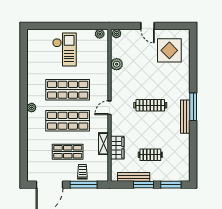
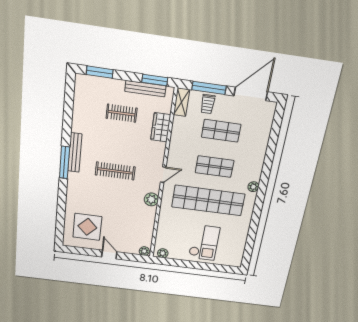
checkout: (64, 49) -> (204, 243), turned 180
plant: (117, 64) -> (151, 199), moved
shop shelf: (68, 90) -> (208, 200), width x1.40
shop shelf: (68, 121) -> (215, 167), width x0.70, depth x0.74
shelving: (103, 144) -> (182, 102), moved
window: (143, 185) -> (155, 80), moved

